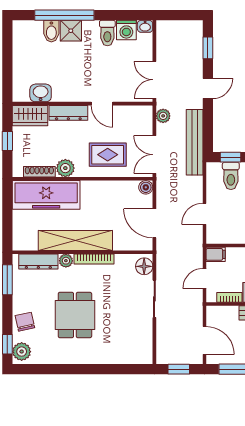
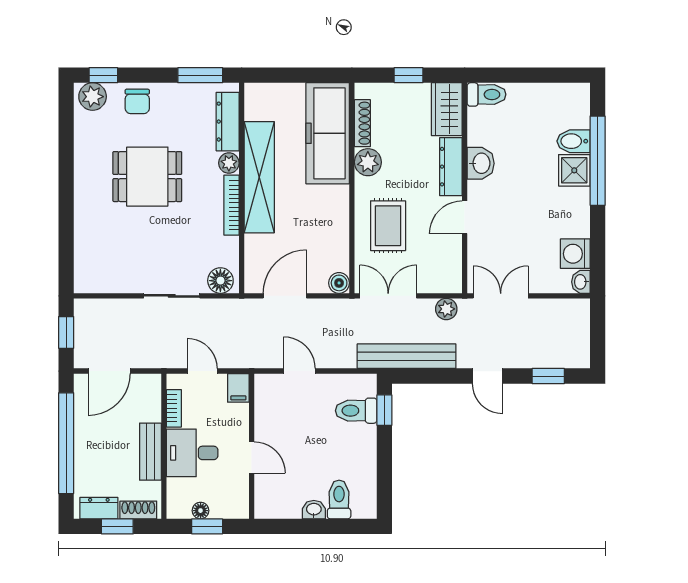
toilet: (107, 33) -> (487, 94), moved, turned 180
washbasin: (41, 93) -> (481, 163), moved
chair: (25, 322) -> (137, 101), turned 102

